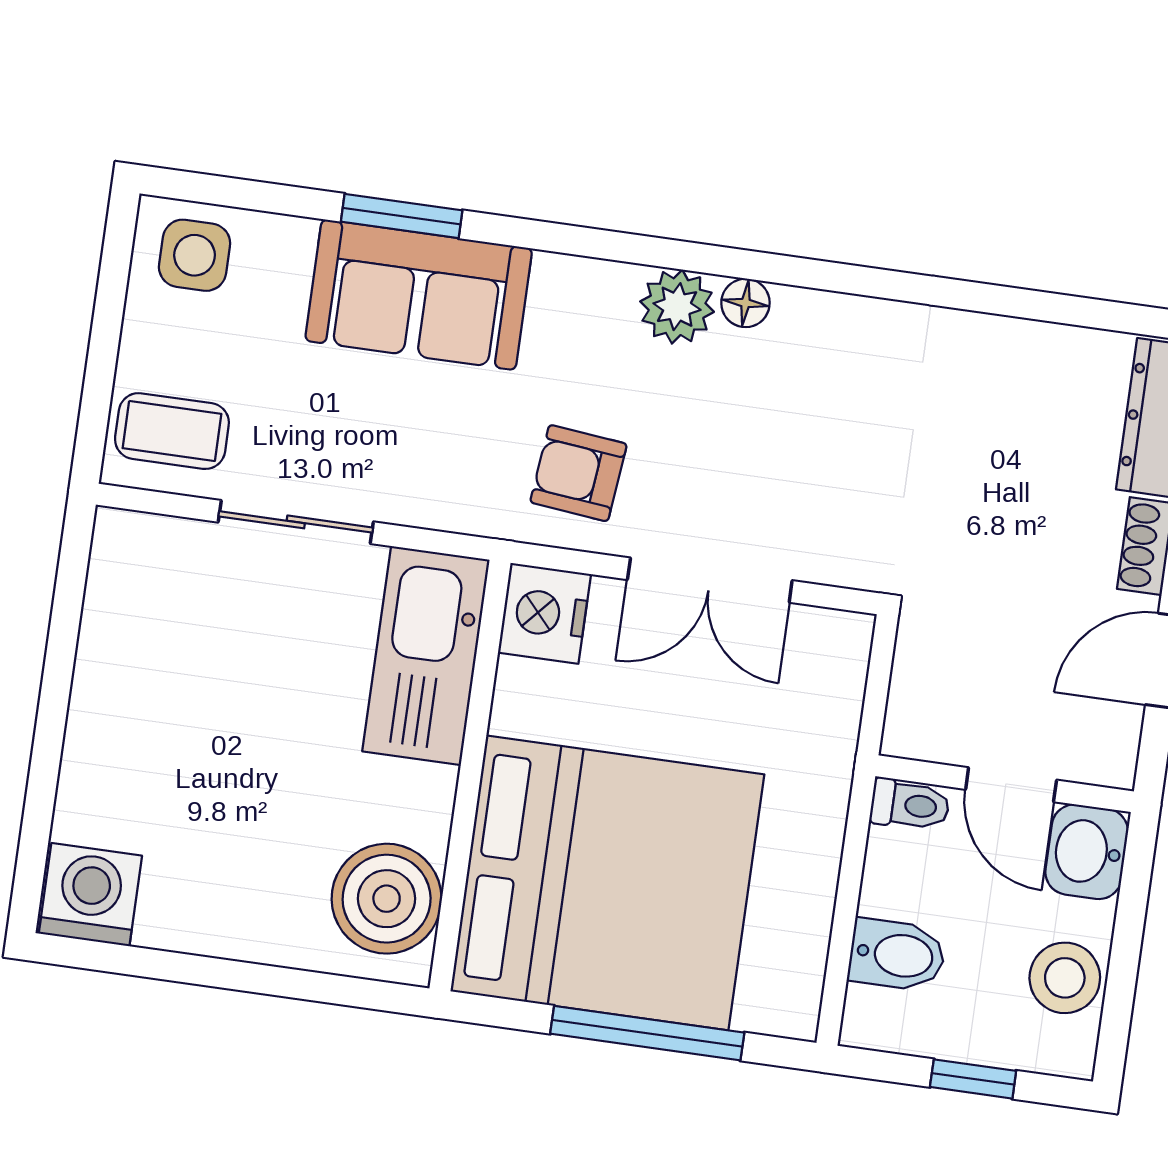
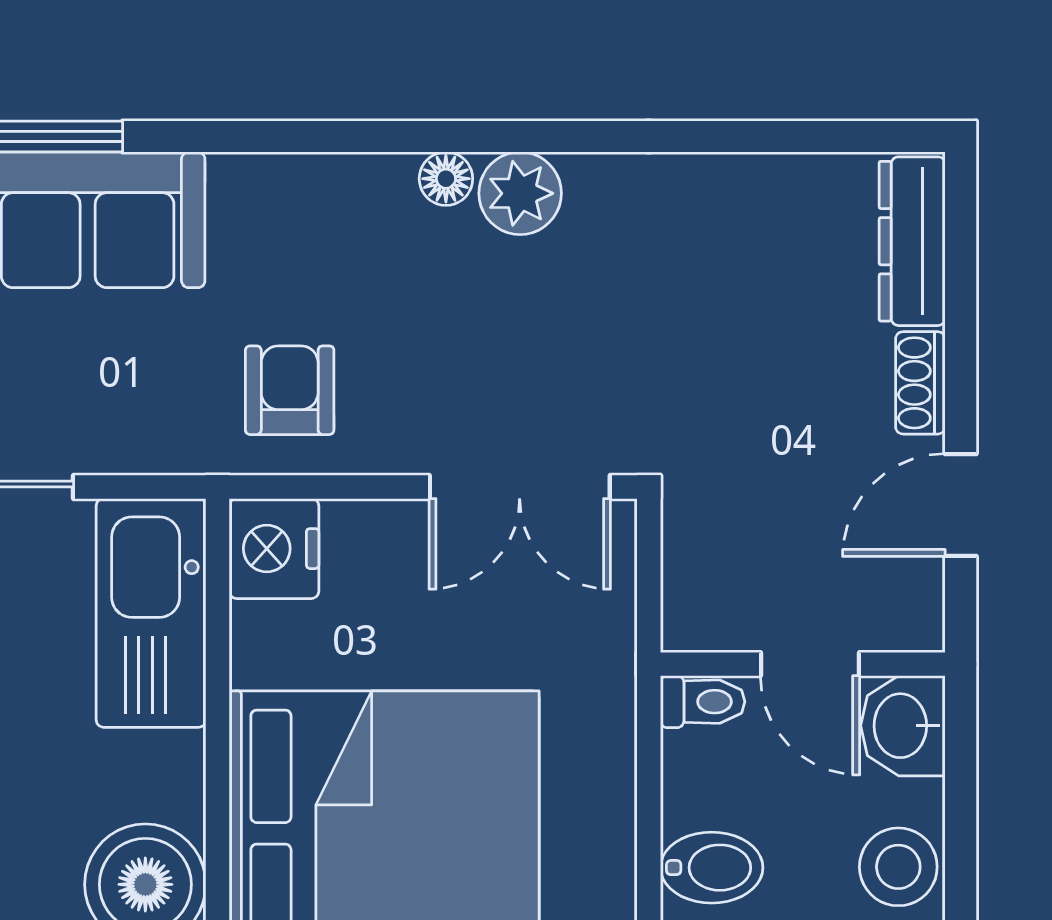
plant: (677, 307) -> (520, 193), moved
armchair: (578, 473) -> (290, 390), turned 84
double door: (710, 580) -> (520, 487), moved

